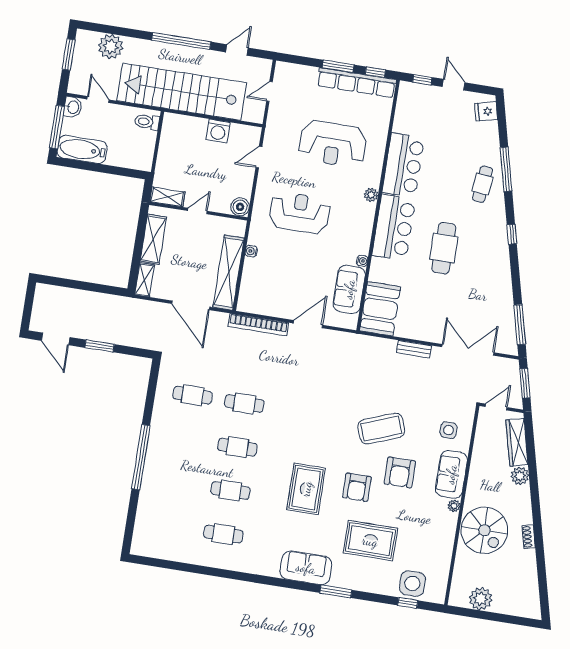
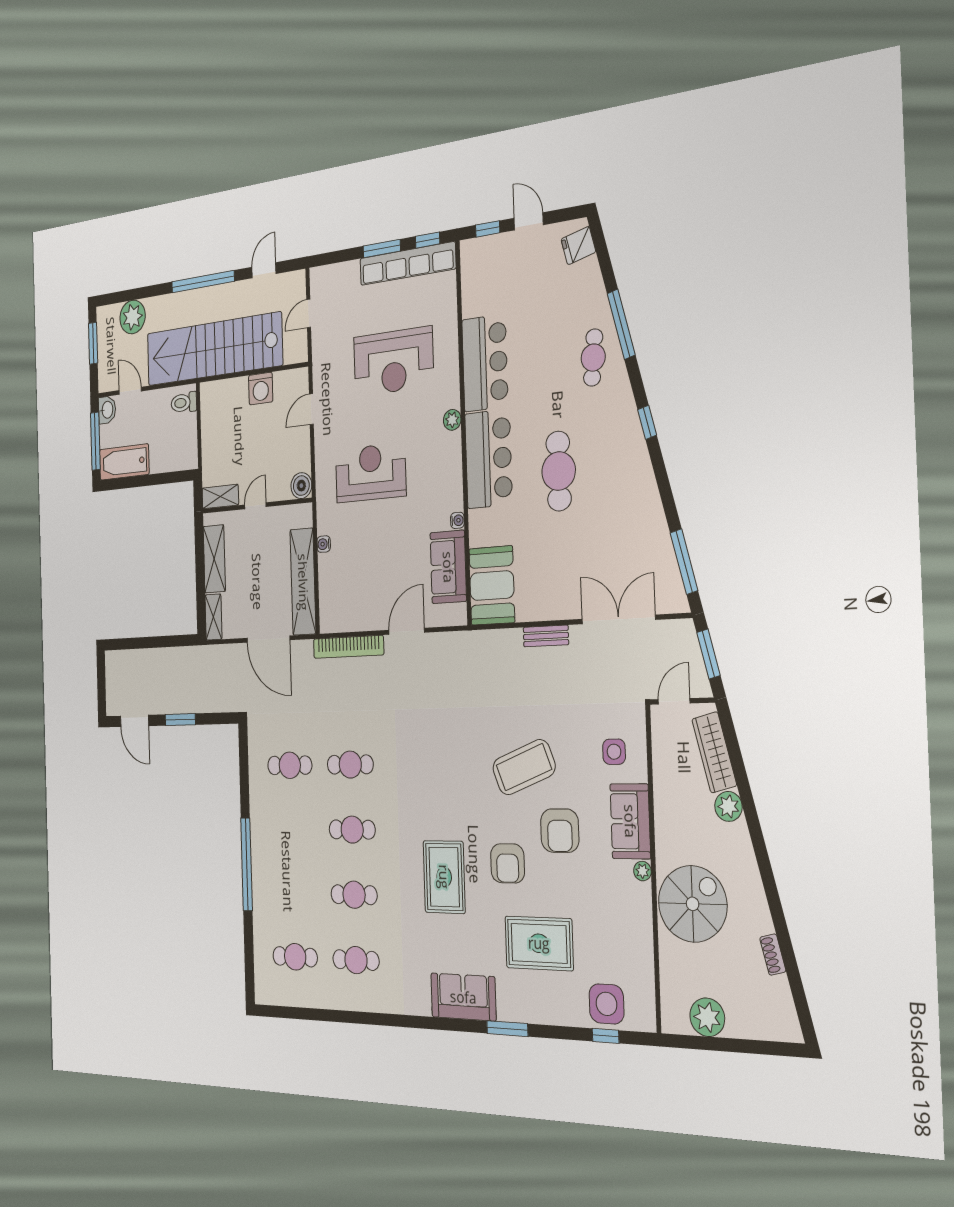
cafe table: (172, 526) -> (295, 957), added
spiral stairs: (484, 530) -> (693, 904), turned -90
shoe rack: (529, 537) -> (773, 955), moved

